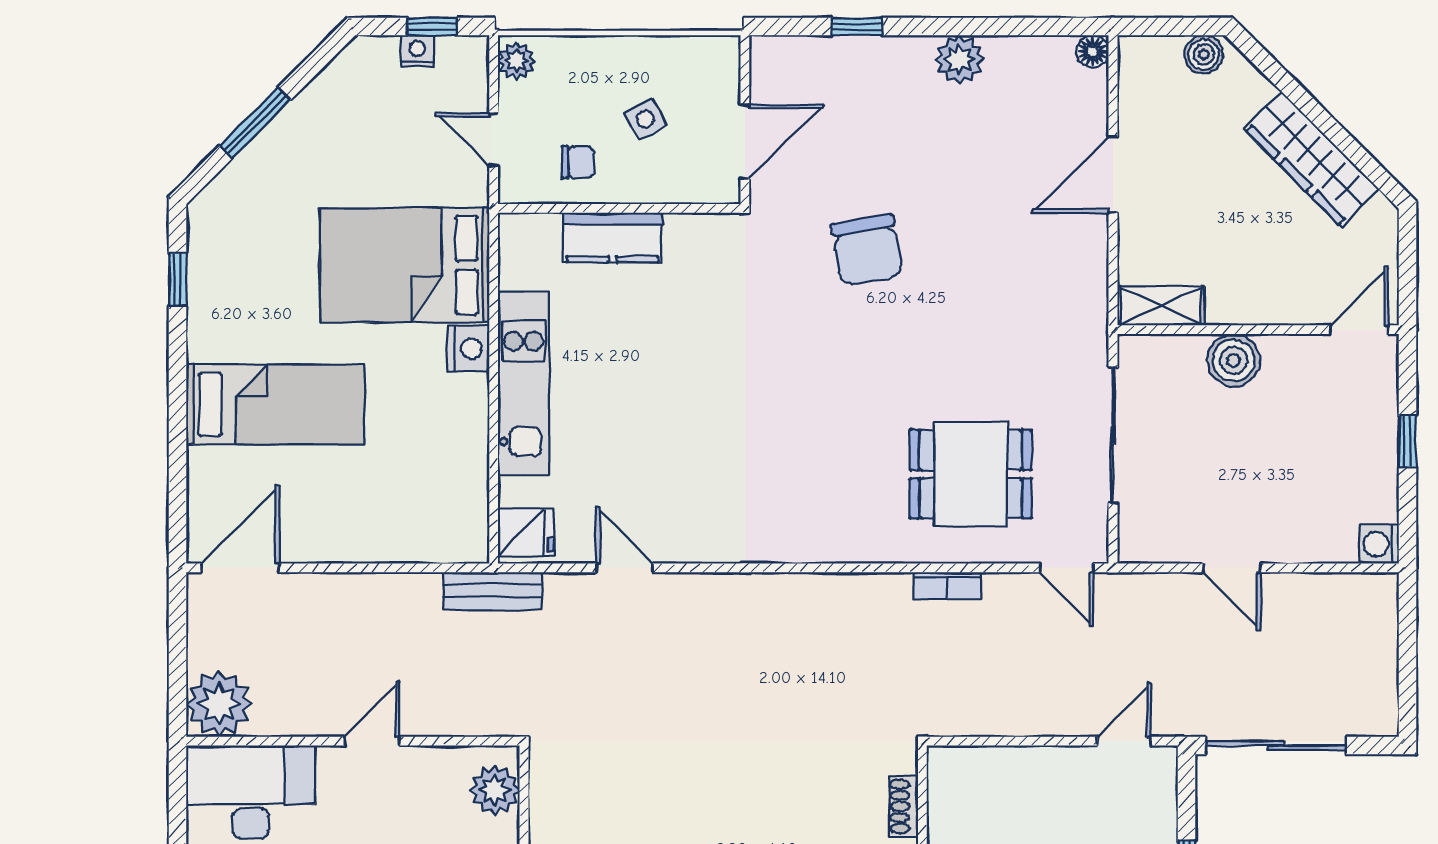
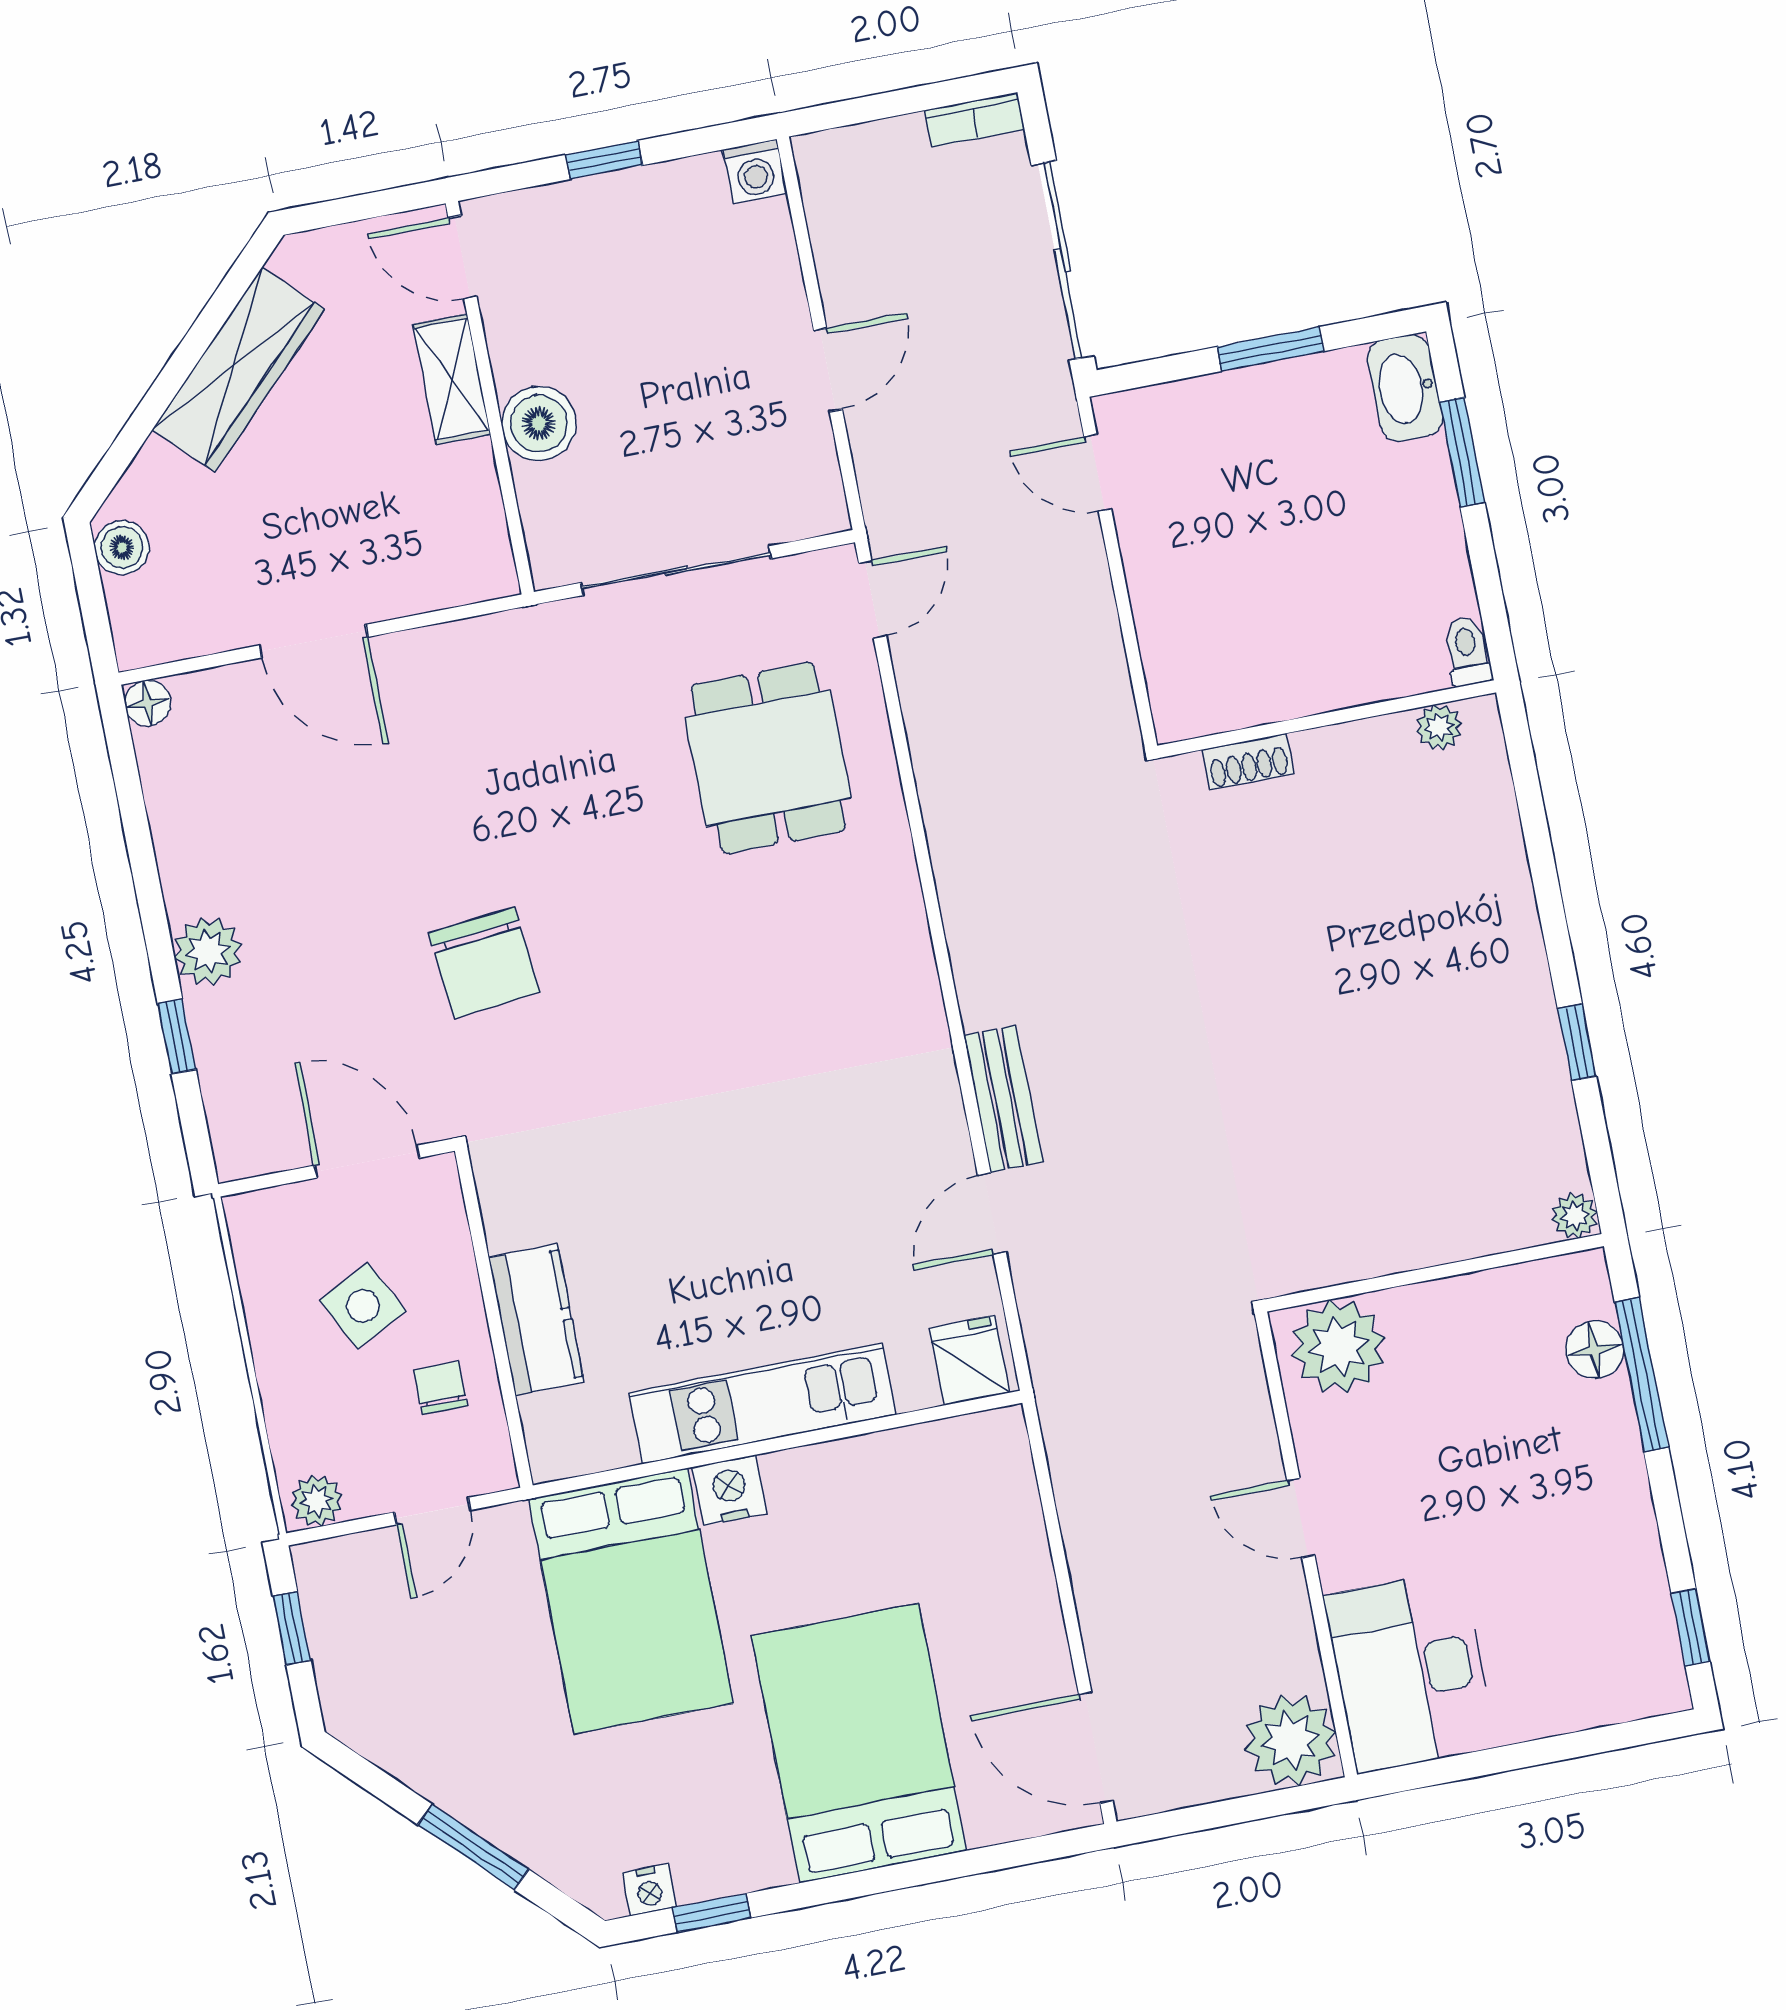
nightstand: (417, 51) -> (649, 1890), moved, turned -90
plant: (959, 60) -> (208, 951), moved
side table: (645, 119) -> (363, 1306), width x1.37, depth x1.37
chair: (867, 250) -> (484, 963), turned 94
shelving: (1161, 306) -> (452, 379), moved
bed: (275, 404) -> (859, 1743), width x1.50
bookcase: (947, 586) -> (975, 120), moved, turned 90
bench: (492, 591) -> (1003, 1099), moved
plant: (495, 790) -> (1338, 1347), width x1.36, depth x1.36

